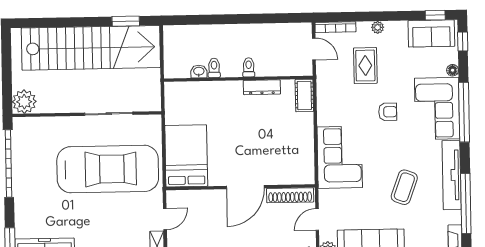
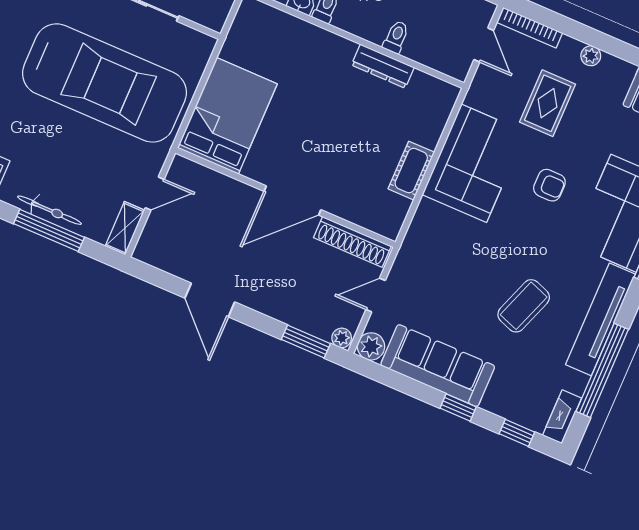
toilet: (249, 67) -> (396, 37), moved
cot: (304, 96) -> (411, 171), moved
corner sofa: (340, 157) -> (474, 163), moved

